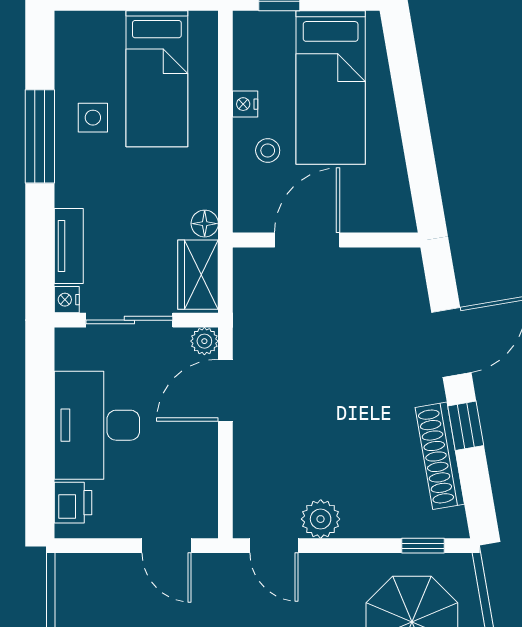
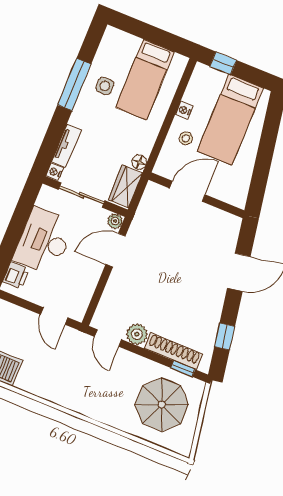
window: (466, 426) -> (225, 337), moved
shoe rack: (440, 456) -> (173, 351), moved, turned 100

